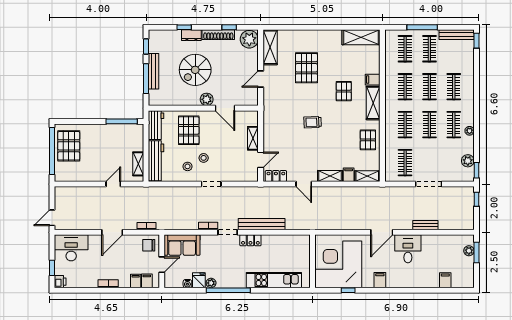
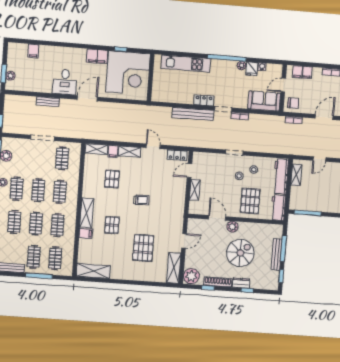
pallet: (368, 140) -> (112, 179), moved
filing cabinet: (380, 280) -> (97, 56), width x2.00

